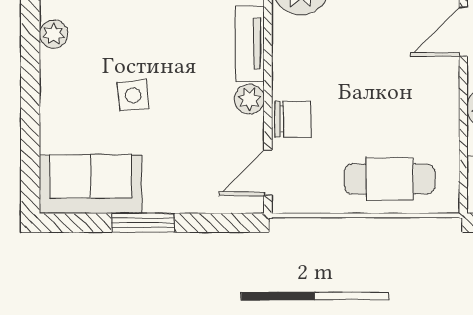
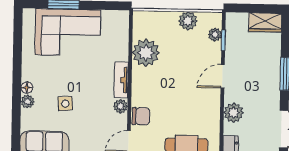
plant: (54, 34) -> (28, 102), moved
floor lamp: (52, 63) -> (27, 88), added

